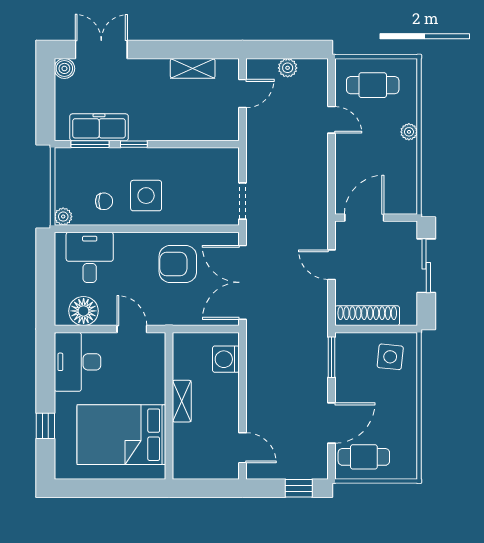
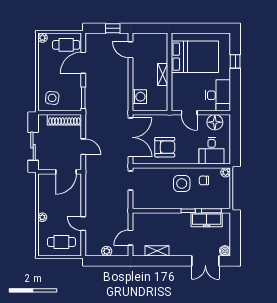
plant: (409, 470) -> (42, 38), added
window: (299, 488) -> (113, 28), moved

